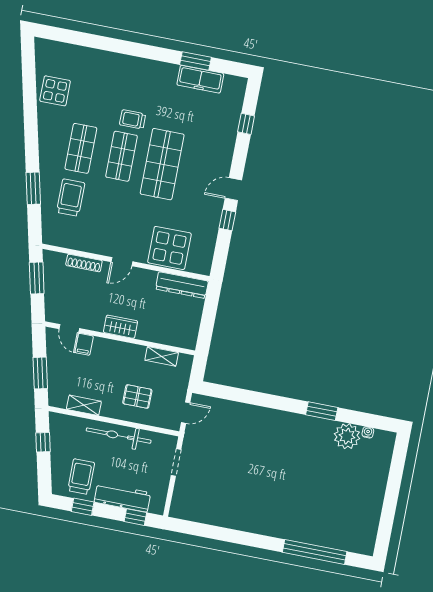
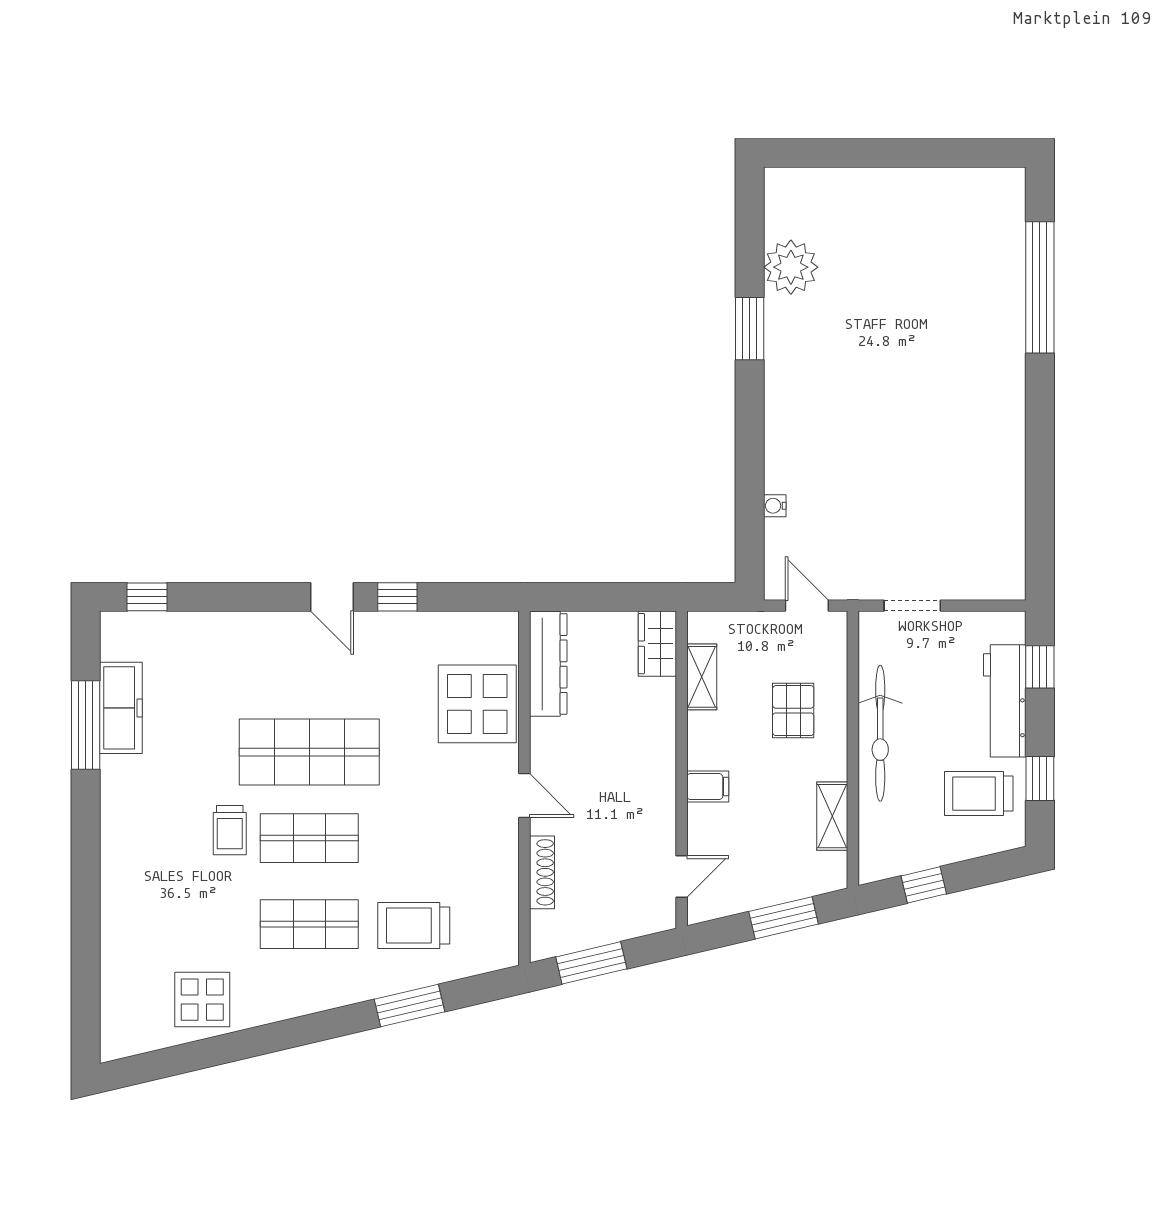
window: (195, 61) -> (86, 725), width x1.44
window: (246, 124) -> (147, 597), moved
wardrobe: (121, 327) -> (657, 644), moved
filing cabinet: (84, 344) -> (708, 787), moved
water cooler: (368, 432) -> (775, 506), moved

